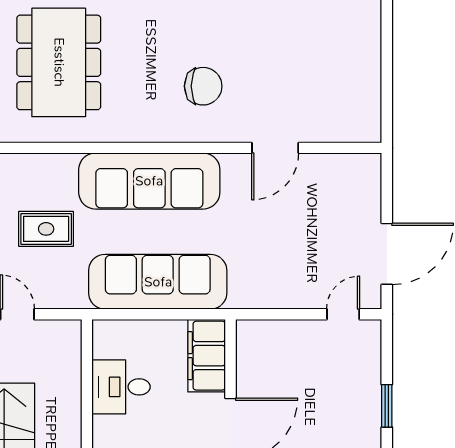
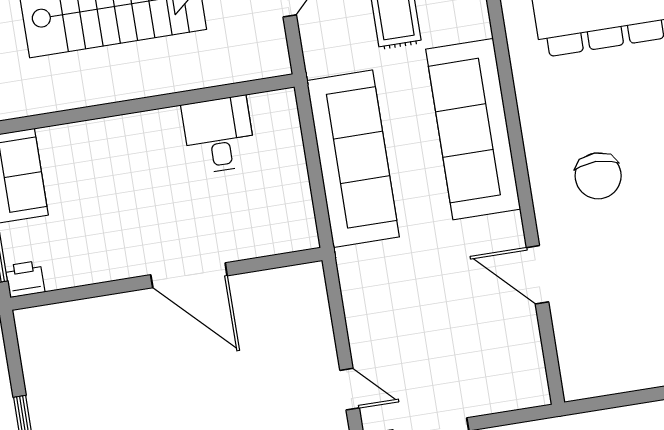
filing cabinet: (207, 356) -> (273, 232), removed

